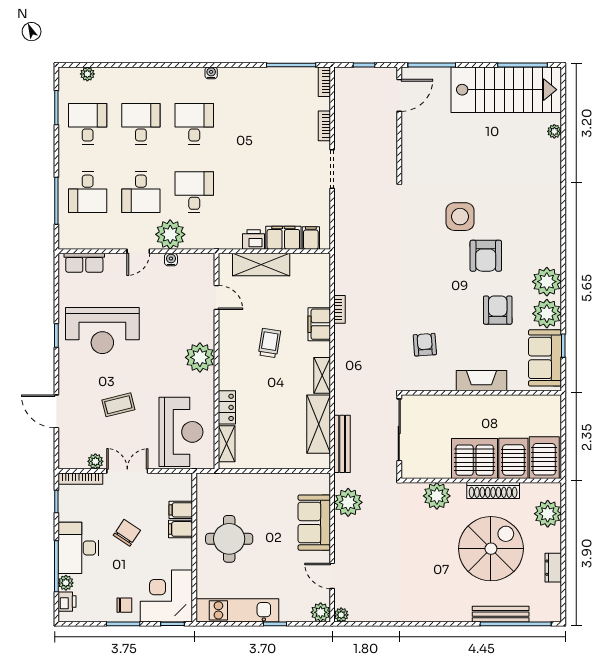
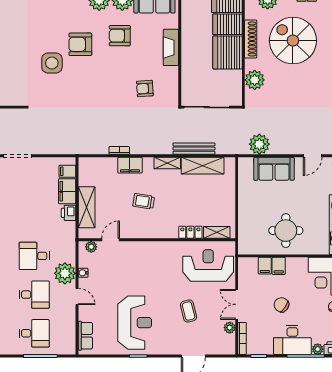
armchair: (486, 256) -> (80, 44), turned 180
plant: (200, 357) -> (91, 247), moved, width x0.53, depth x0.53
bench: (342, 444) -> (194, 149), moved

